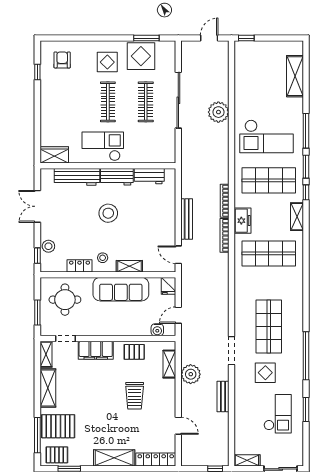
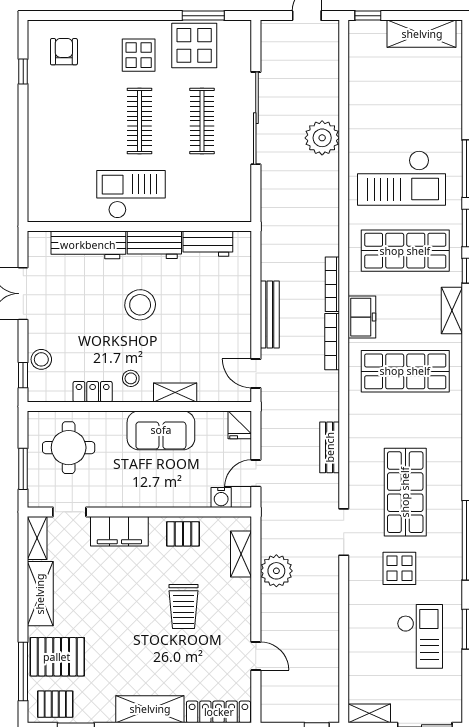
shelving: (295, 76) -> (422, 34), moved, turned 90
wardrobe: (54, 155) -> (51, 208), removed
sofa: (121, 289) -> (161, 430), width x0.73
bench: (223, 397) -> (330, 447), moved

